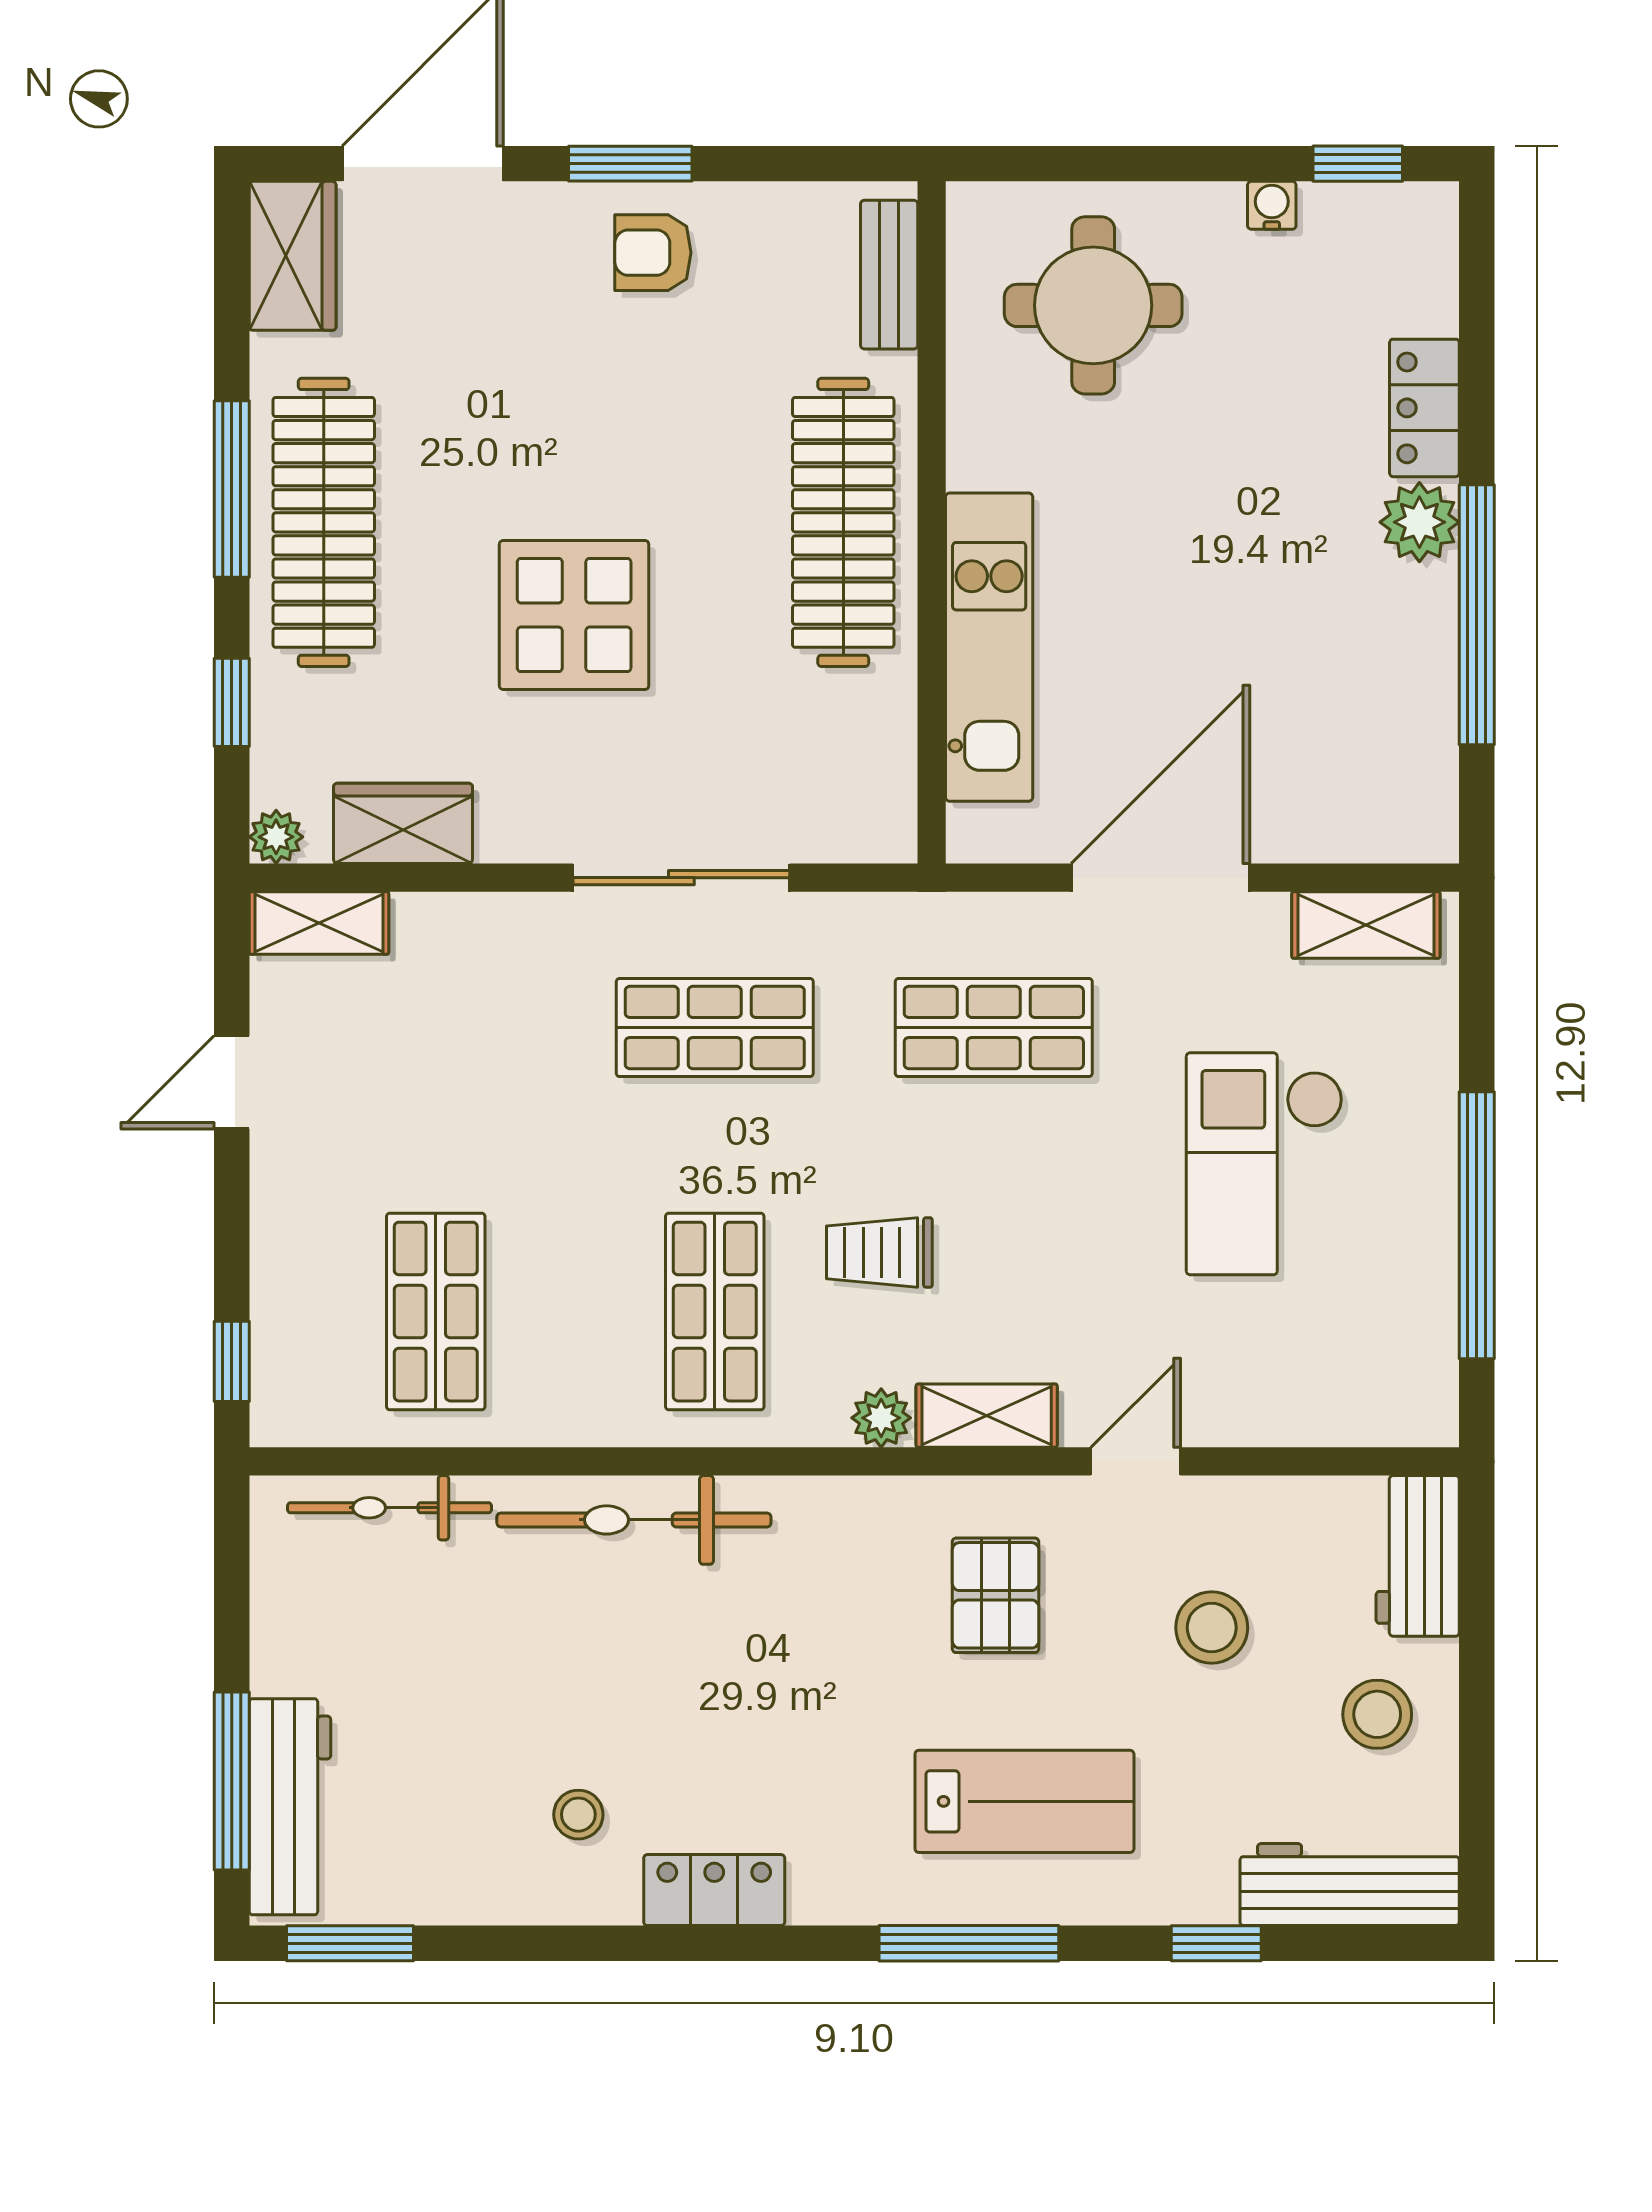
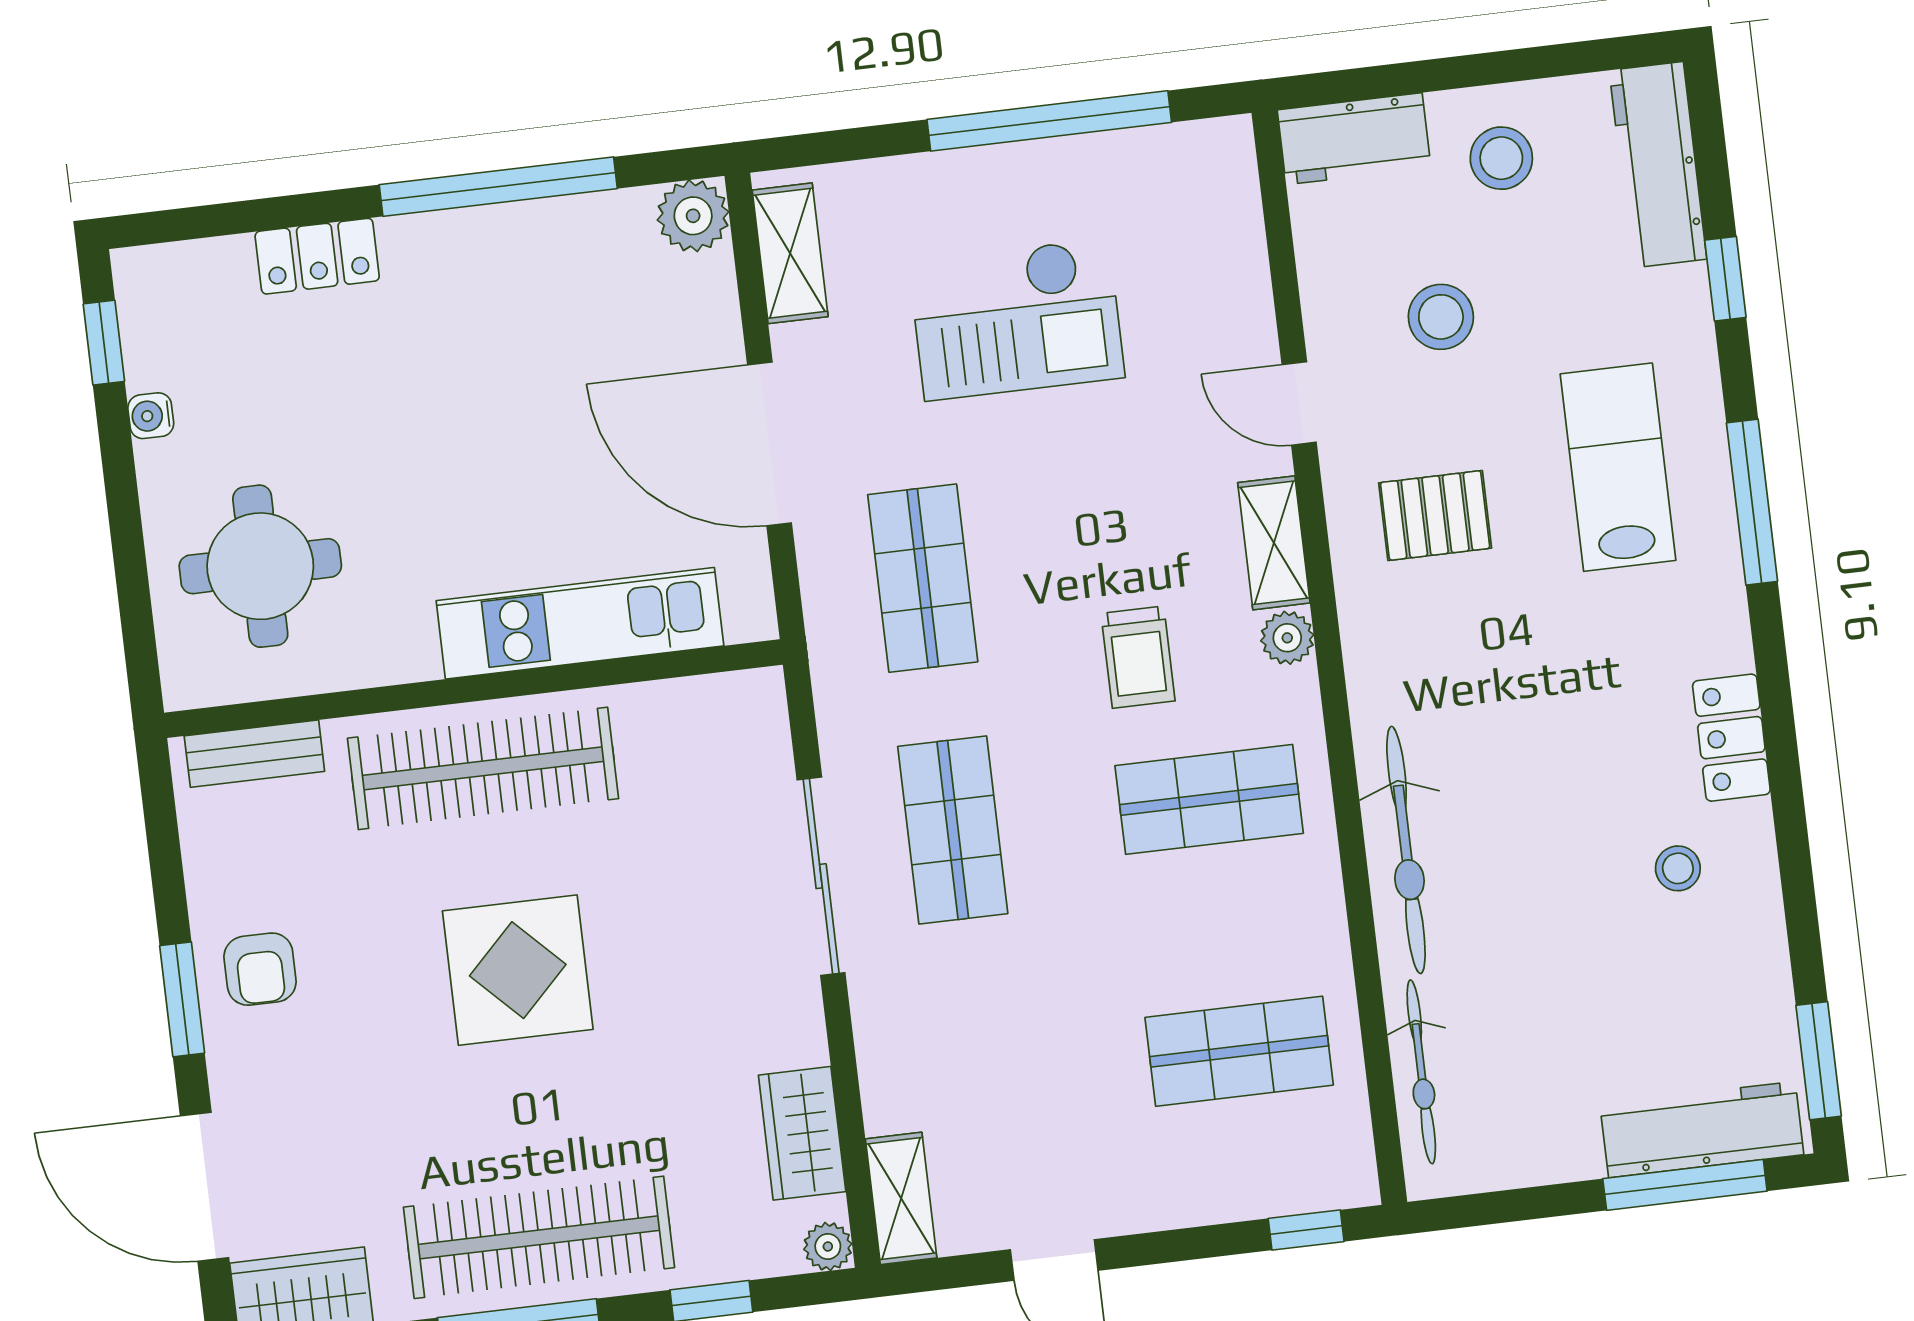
plant: (1419, 522) -> (693, 216), moved
display table: (574, 615) -> (518, 970), moved

